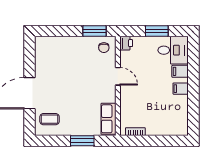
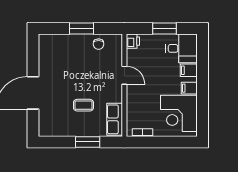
window: (94, 31) -> (82, 29), moved
chair: (104, 48) -> (99, 44), moved
corner desk: (171, 113) -> (179, 113), added
coffee table: (50, 119) -> (83, 105), moved

